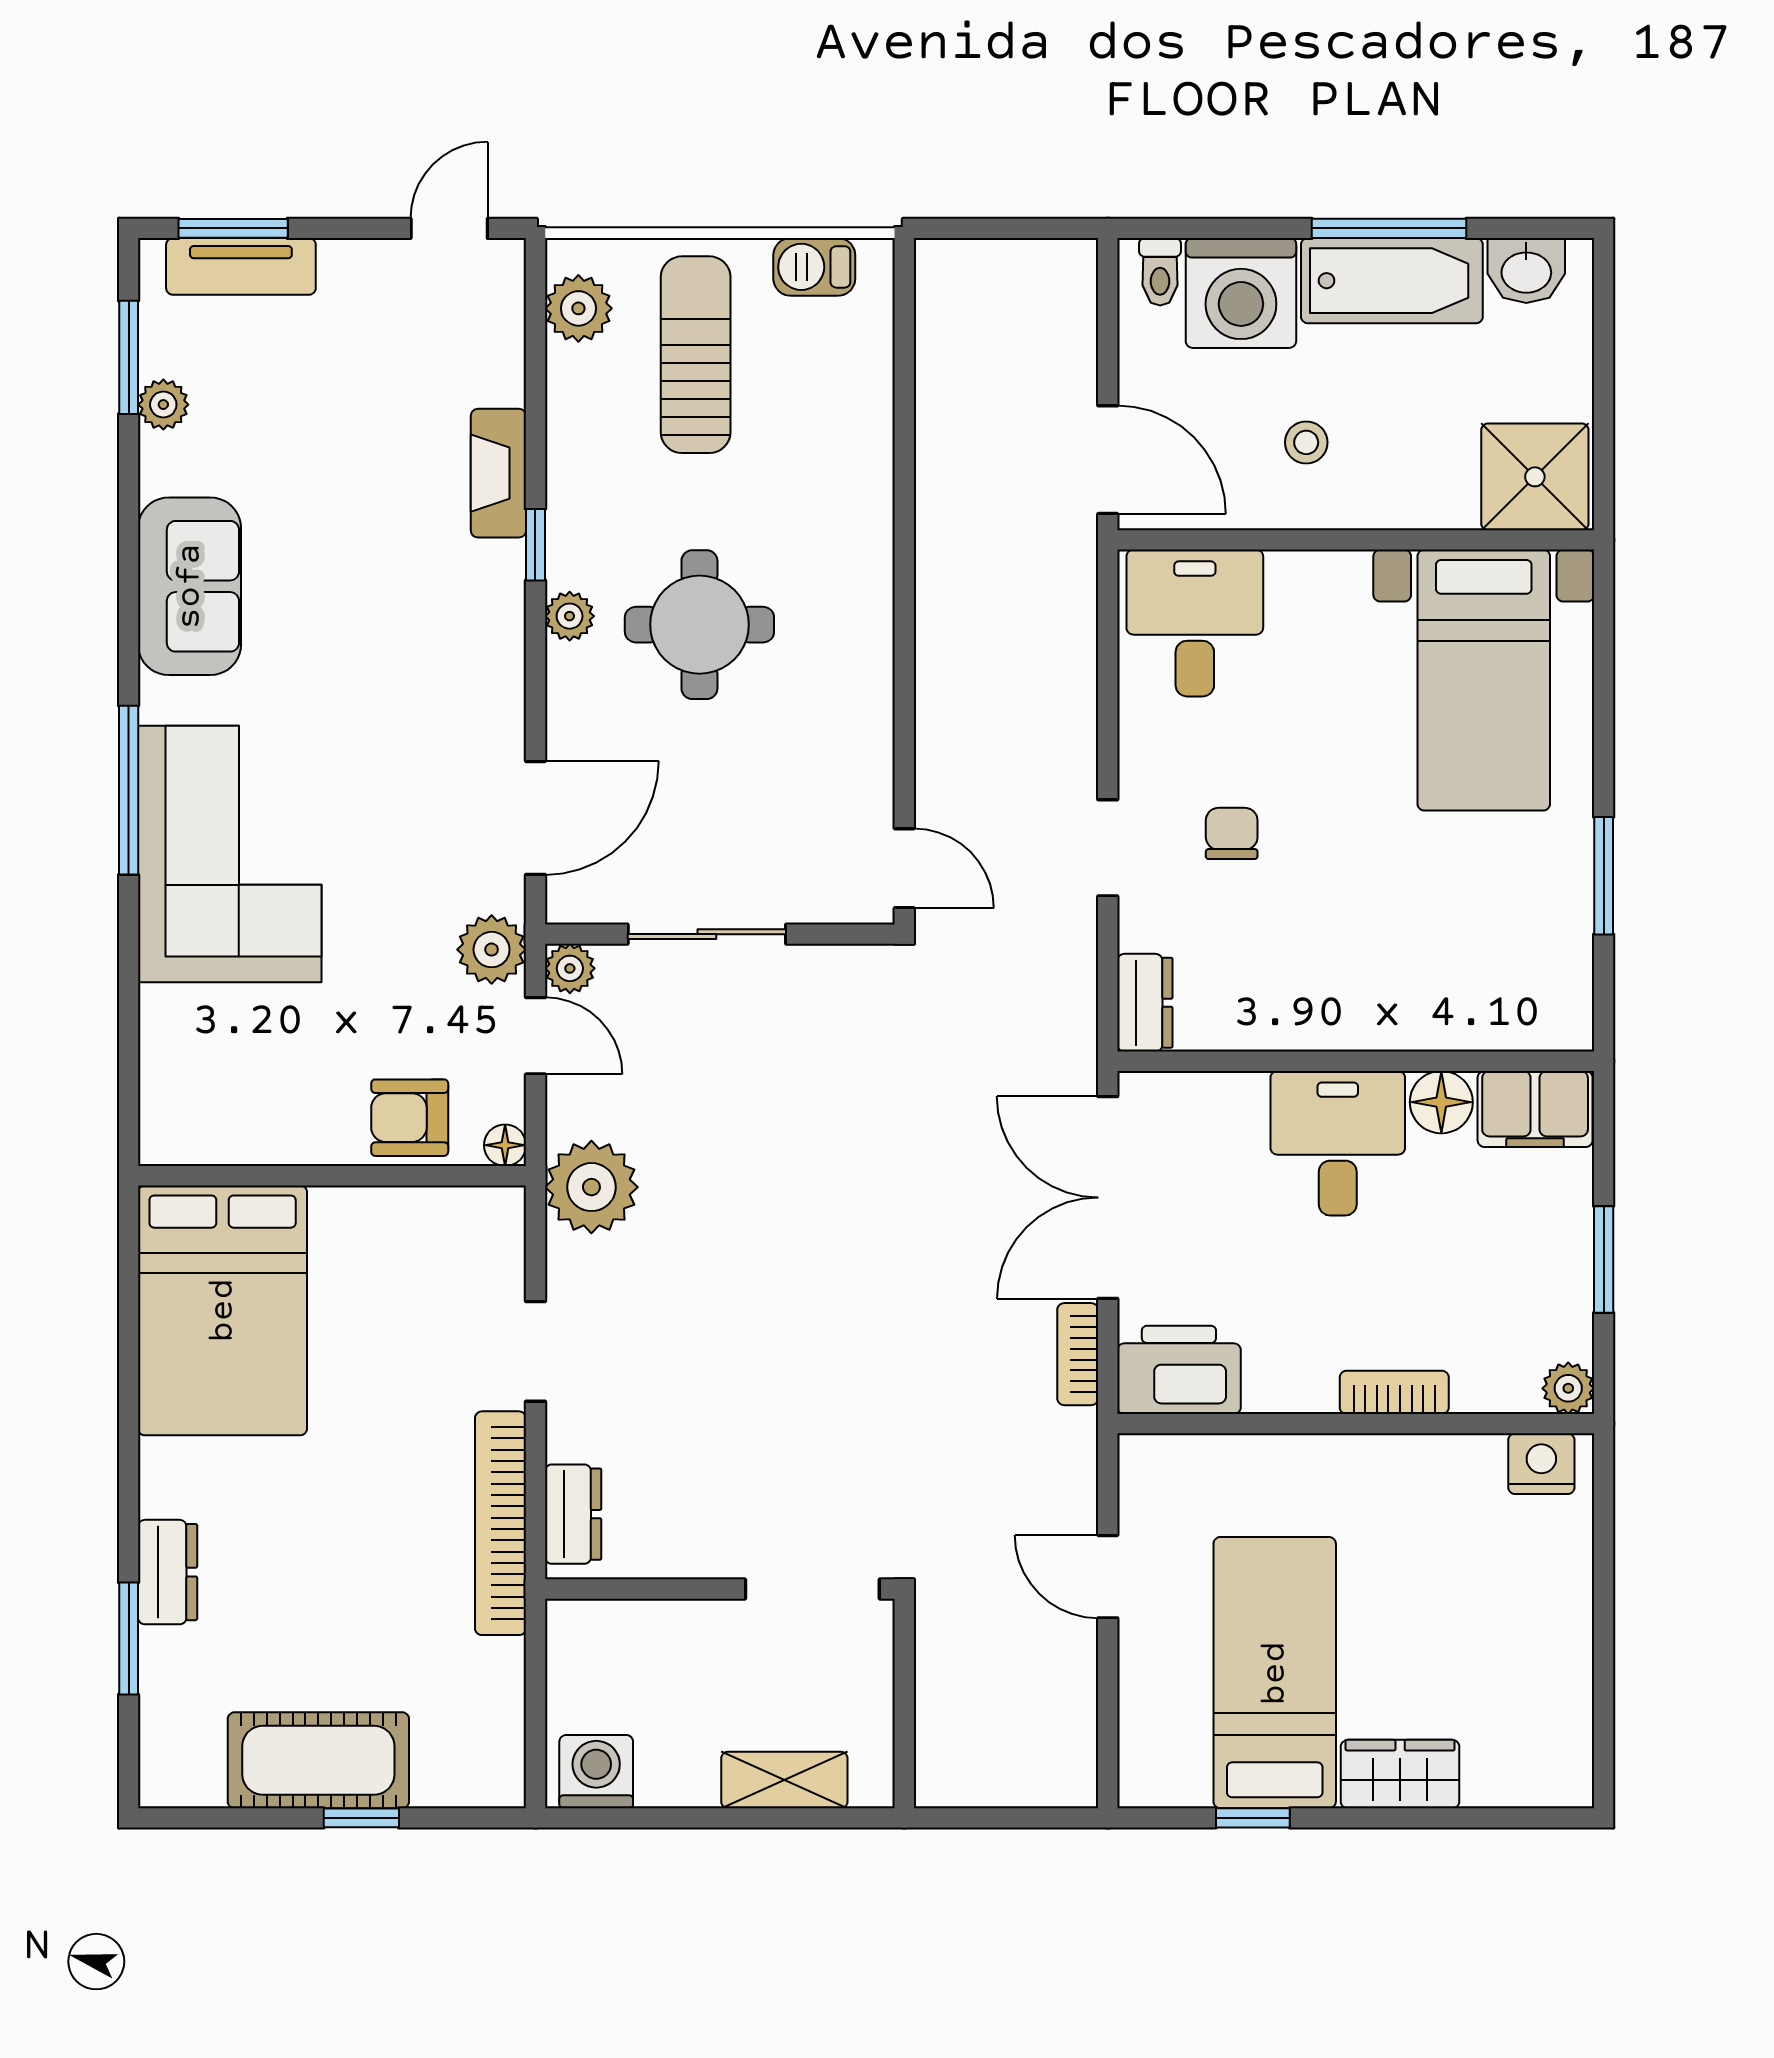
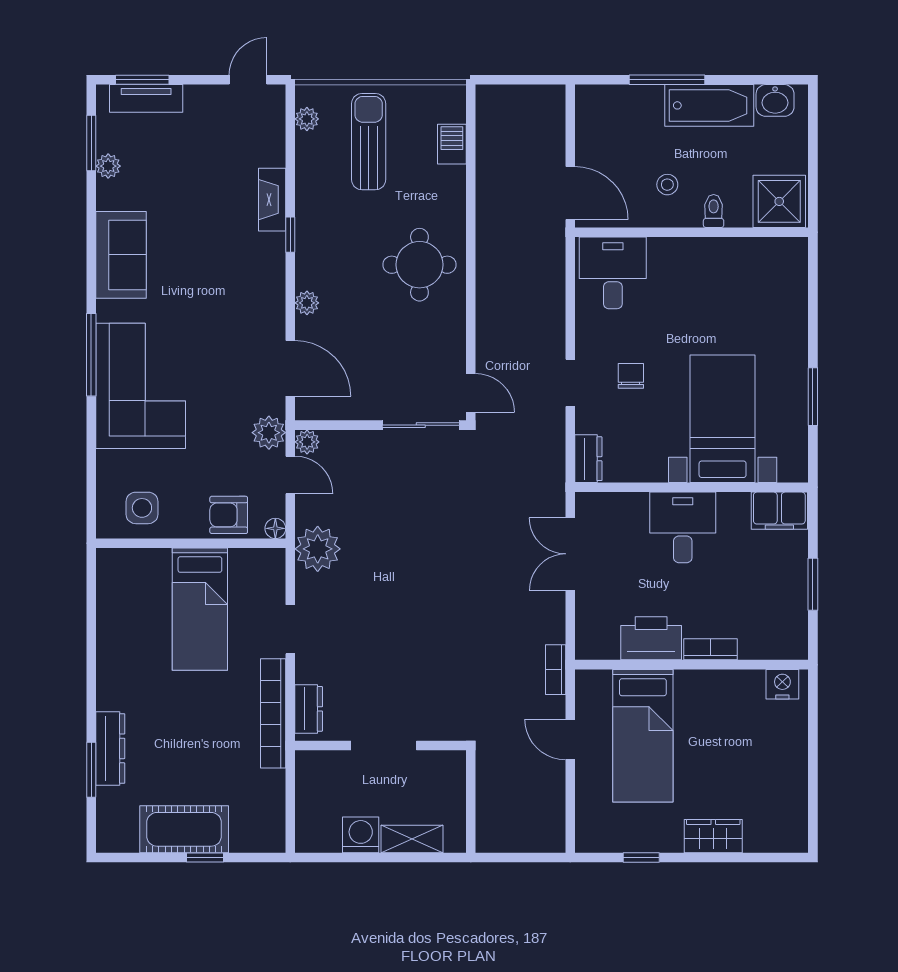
window: (1389, 228) -> (667, 80), moved
barbecue: (814, 267) -> (452, 144), moved, turned 90
toilet: (1160, 272) -> (714, 211), moved, turned 180
washing machine: (1241, 293) -> (635, 111), removed
plant: (578, 308) -> (307, 119), width x0.73, depth x0.73
plant: (570, 616) -> (307, 303), moved
round table: (699, 625) -> (419, 265), moved
bed with nightstands: (1484, 680) -> (723, 419), moved, turned 180
door: (535, 818) -> (290, 368), hinge flipped
sliding door: (707, 934) -> (421, 425), moved
floor lamp: (1441, 1102) -> (733, 507), removed
side table: (232, 1103) -> (142, 508), added
double door: (1108, 1198) -> (570, 554), width x0.73
bed: (223, 1310) -> (200, 609), moved, width x0.67
bookcase: (1078, 1354) -> (556, 670), moved
printer: (1179, 1370) -> (651, 638), moved
plant: (1568, 1388) -> (796, 647), removed
dresser: (168, 1572) -> (110, 748), width x1.44
doorway: (812, 1589) -> (384, 746), moved
bed: (1275, 1673) -> (643, 736), moved, turned 180
washing machine: (596, 1772) -> (361, 835), moved

